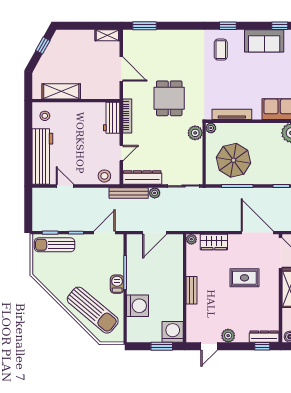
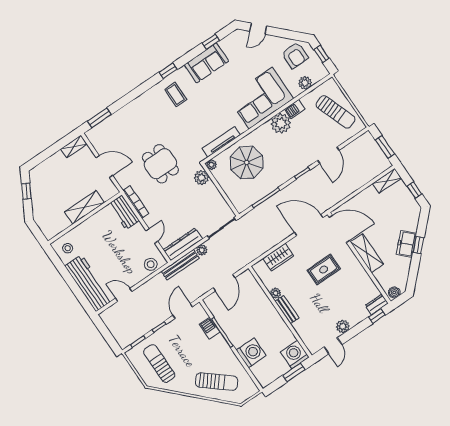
shelving: (61, 91) -> (84, 207), moved
parasol: (233, 160) -> (247, 163), moved
plant: (191, 239) -> (276, 293), moved
sun lounger: (55, 245) -> (159, 364), moved, turned 90
barbecue: (117, 284) -> (210, 328), moved
sun lounger: (93, 310) -> (217, 382), width x0.73, depth x0.75
dresser: (264, 337) -> (377, 304), width x0.70

